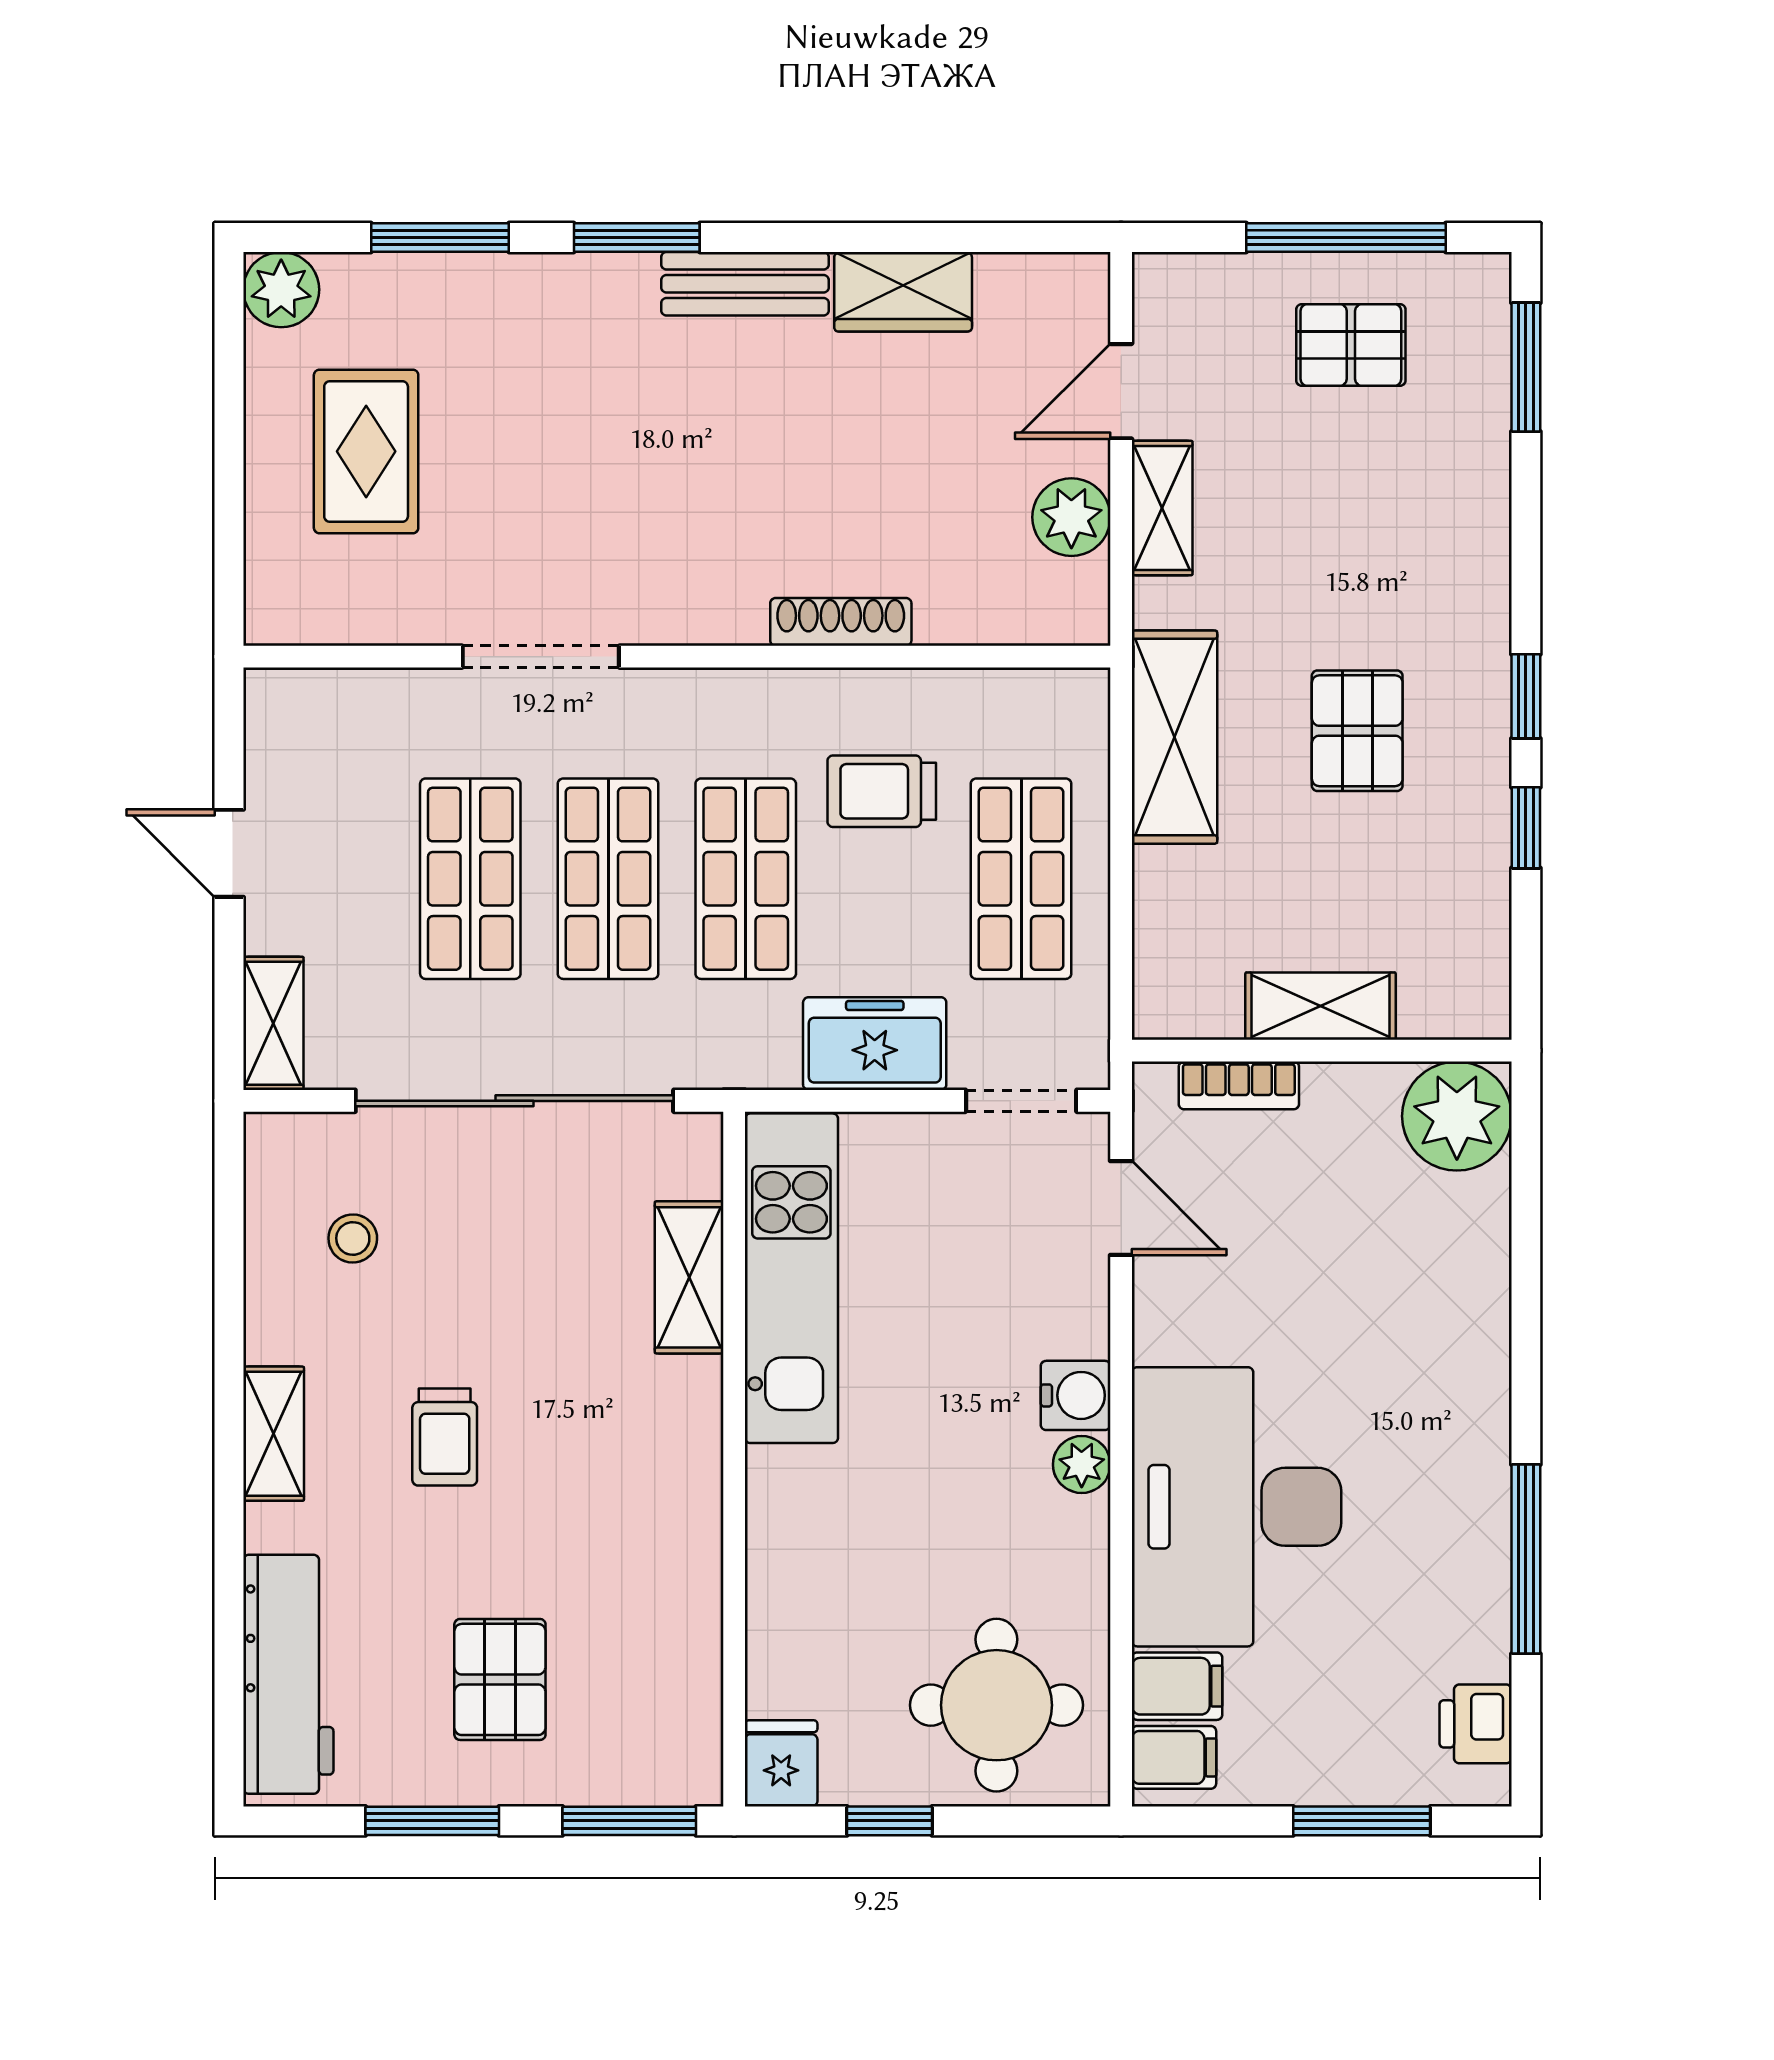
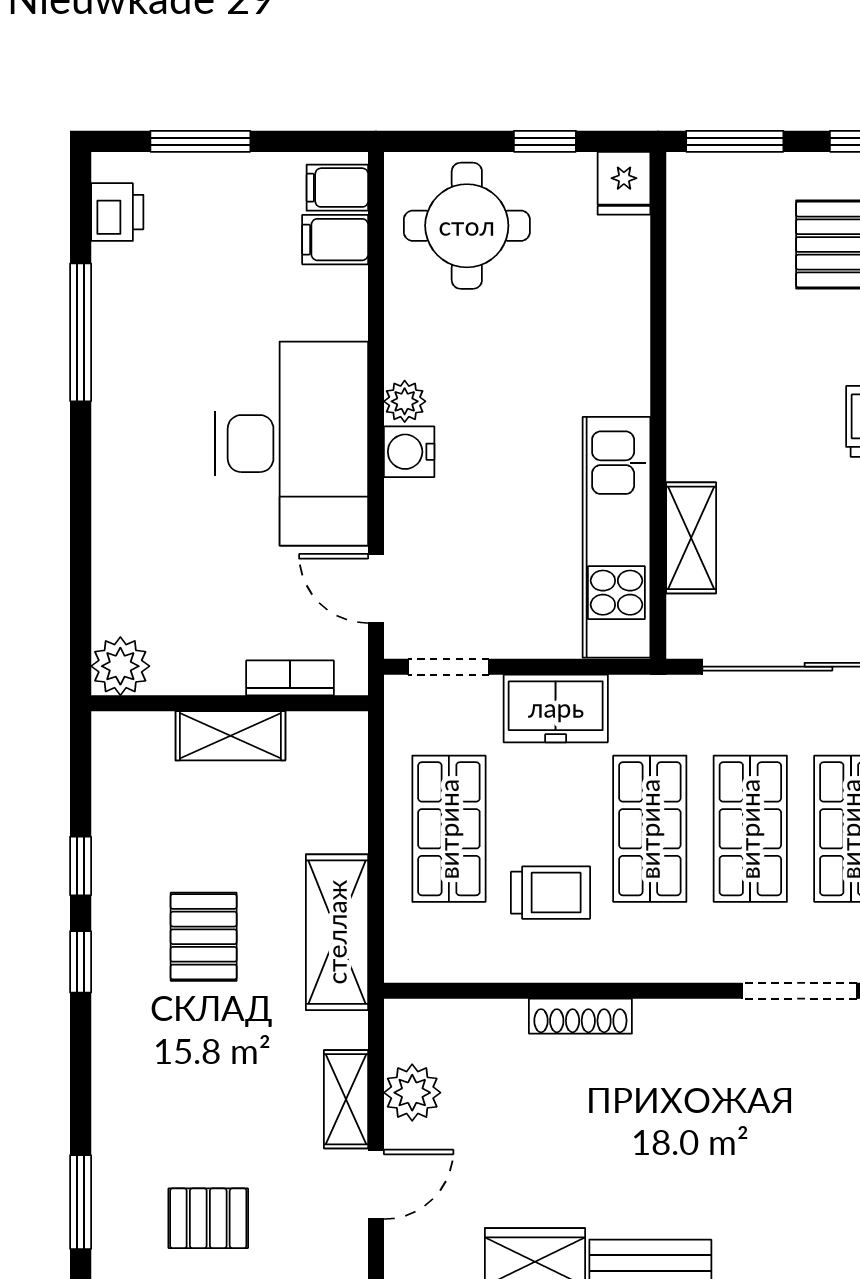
plant: (1457, 1116) -> (120, 666), width x0.73, depth x0.73
desk: (1236, 1507) -> (292, 444), moved

